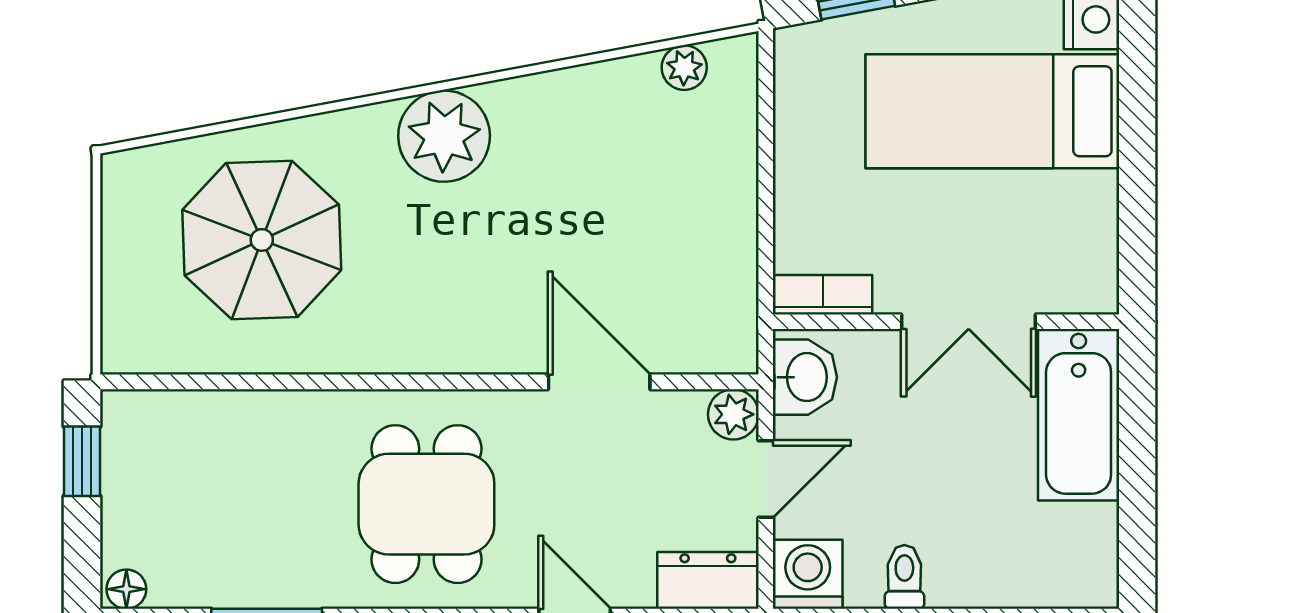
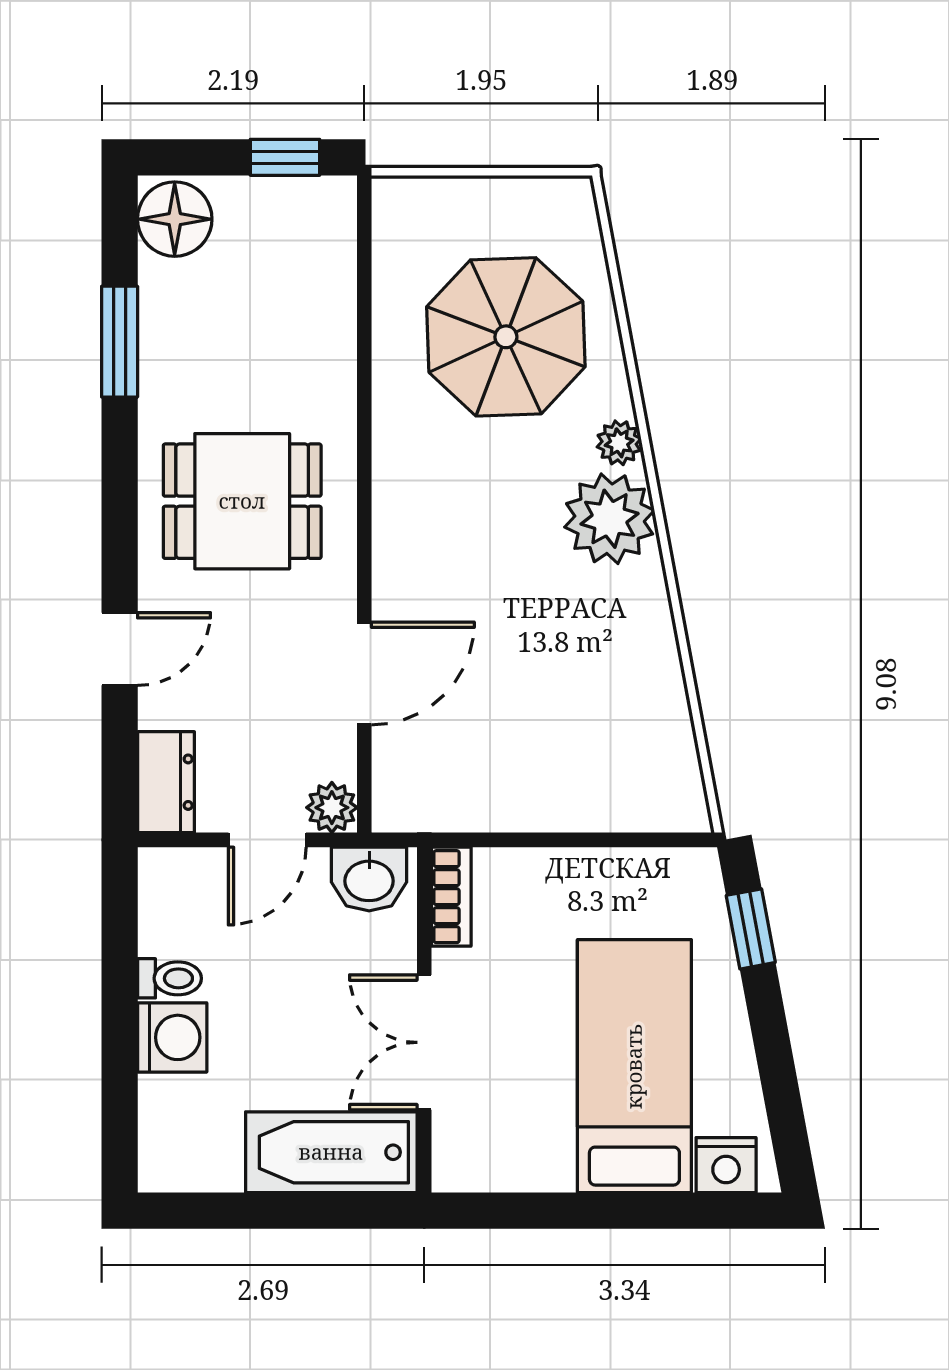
plant: (684, 68) -> (619, 443), moved
door: (766, 479) -> (267, 840), hinge flipped
washing machine: (808, 574) -> (172, 1037), moved
floor lamp: (126, 589) -> (175, 219), width x1.89, depth x1.89

